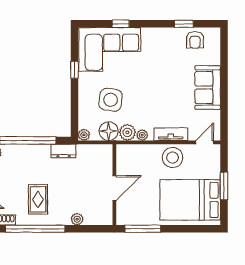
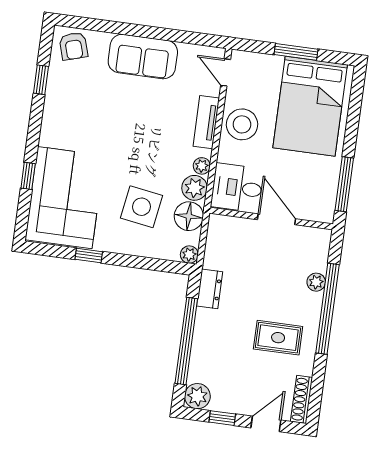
armchair: (195, 40) -> (73, 46), moved, turned 73
desk: (131, 160) -> (237, 188), added
window: (35, 229) -> (327, 309), moved

